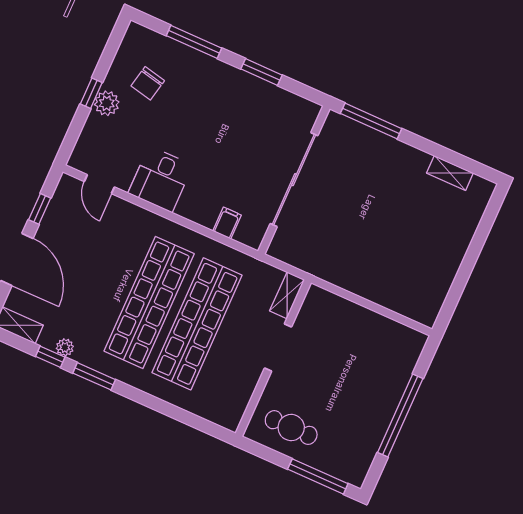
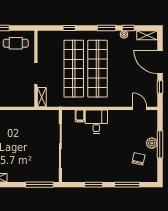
window: (91, 93) -> (160, 144), width x2.17
desk: (161, 179) -> (96, 122), moved
window: (170, 410) -> (69, 28), added

